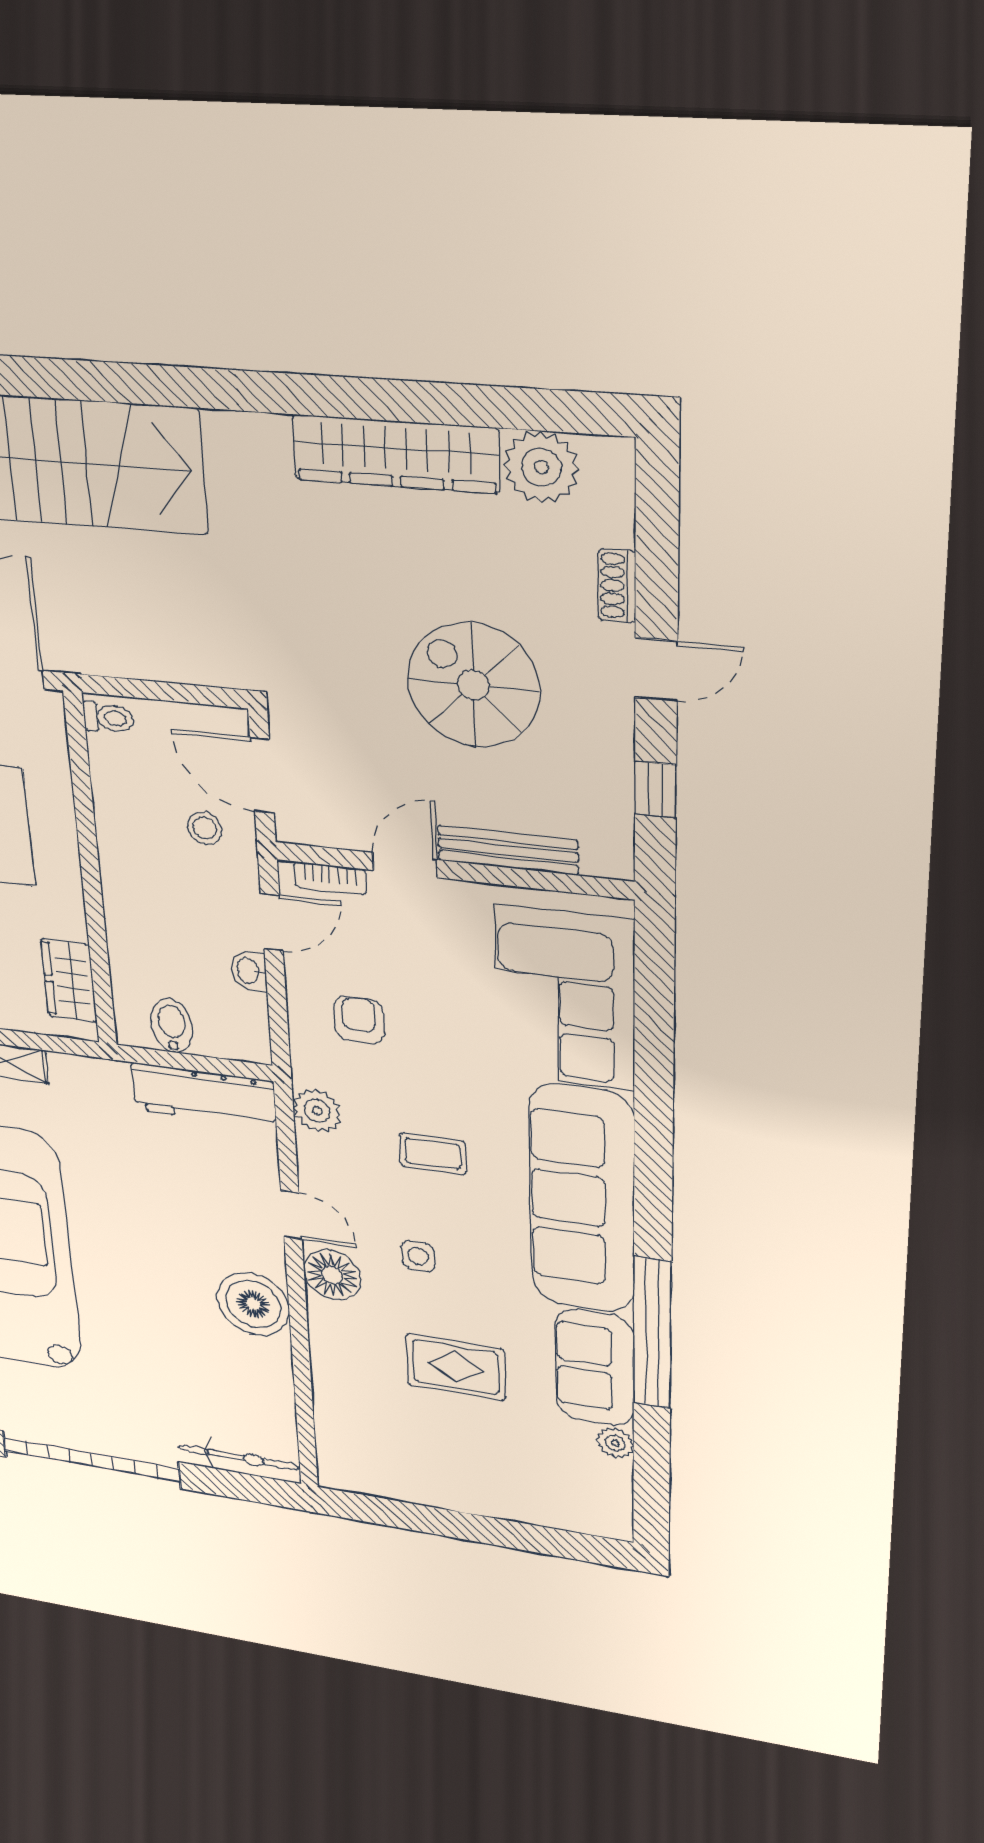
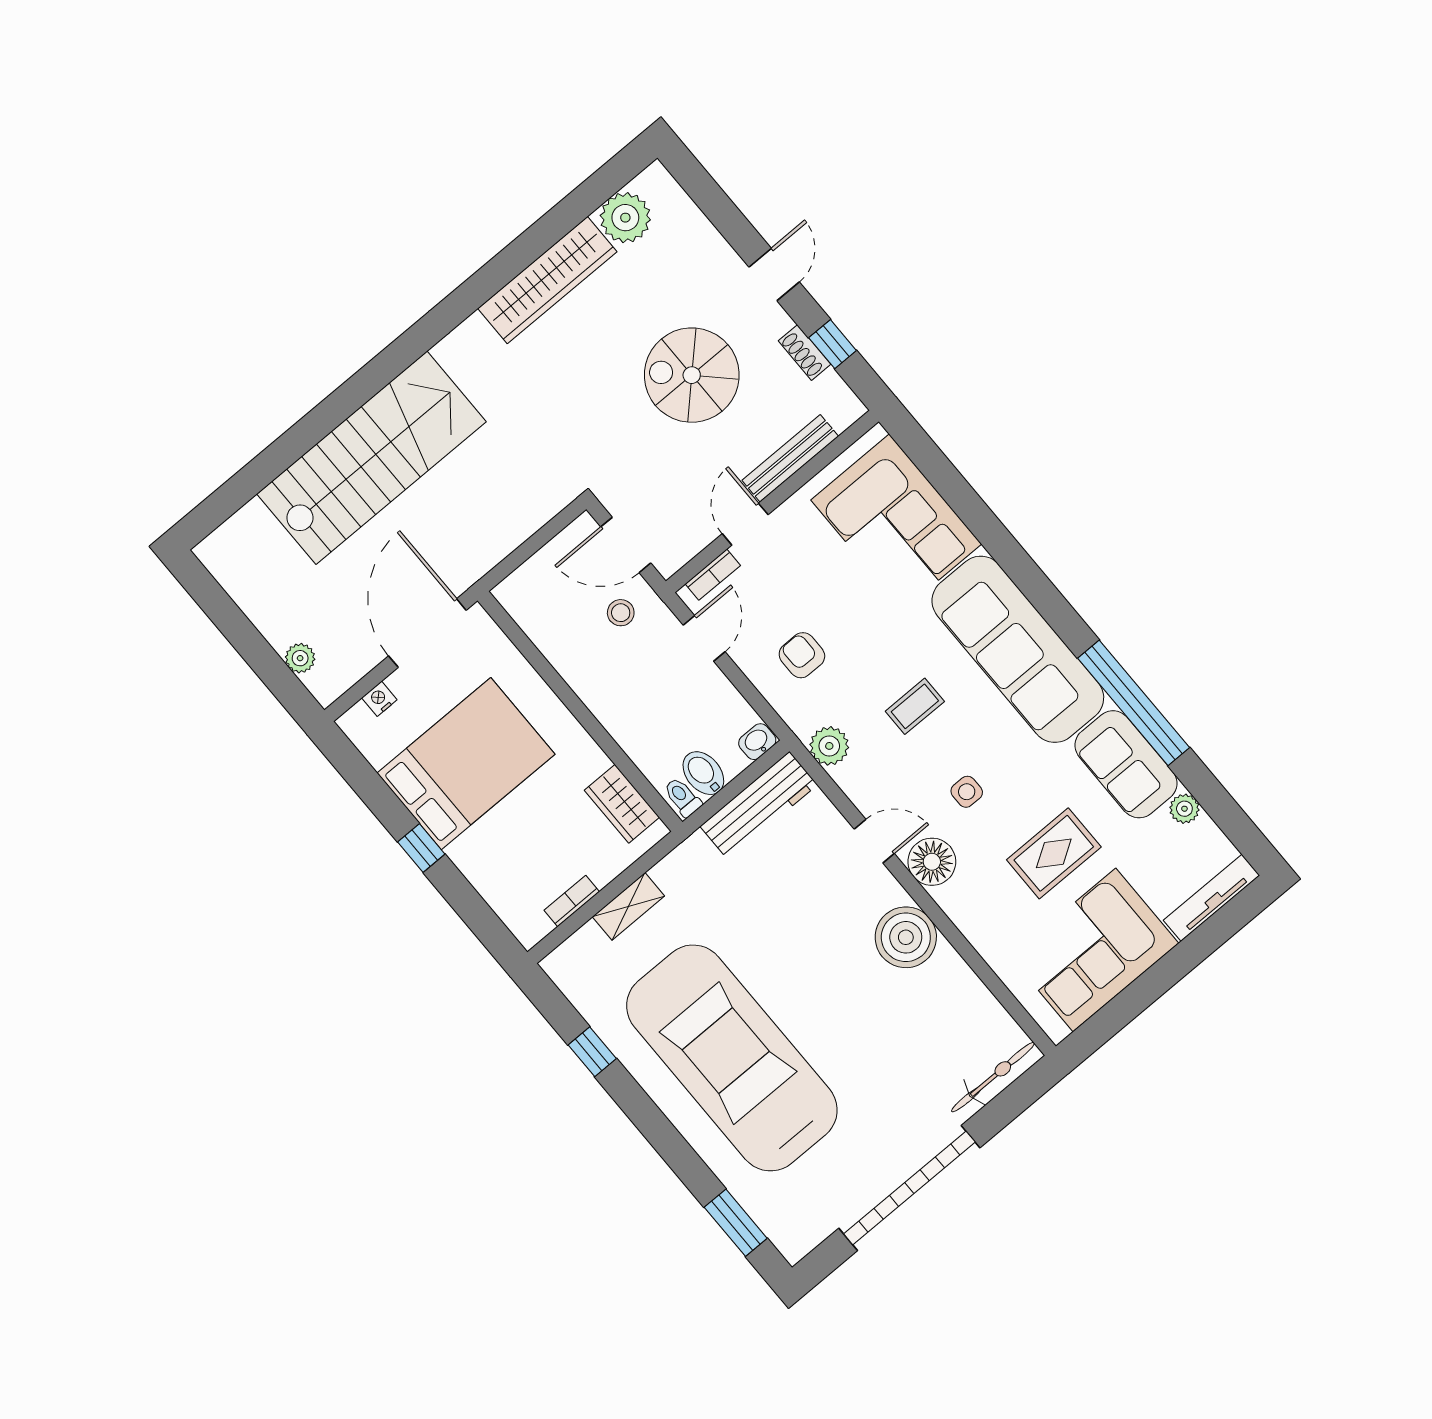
shoe rack: (617, 586) -> (805, 352), moved
toilet: (108, 718) -> (682, 797), moved, turned -90
washbasin: (249, 971) -> (757, 742), moved, turned 90
corner sofa: (422, 1459) -> (1094, 950), added
tv unit: (571, 1519) -> (1212, 898), added

